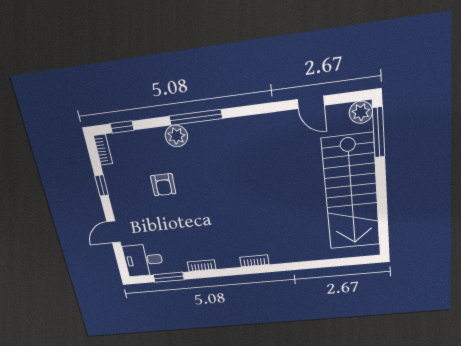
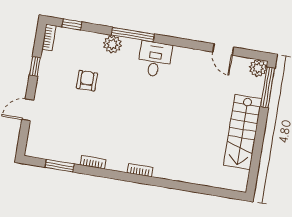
armchair: (163, 185) -> (87, 81), turned 180
stairs: (351, 193) -> (243, 132), width x0.73, depth x0.66
desk: (143, 260) -> (155, 59), moved, turned 90

